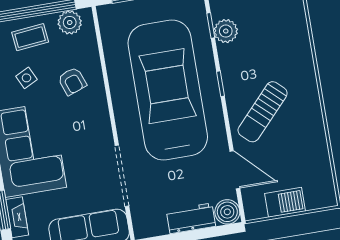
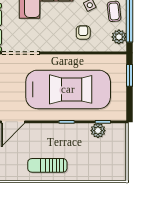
armchair: (72, 81) -> (83, 32), turned 110
sun lounger: (263, 112) -> (47, 165), moved, turned -43

